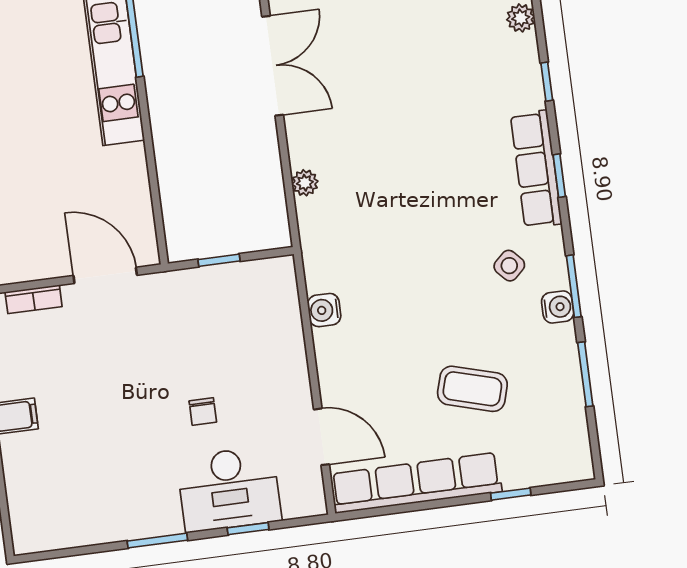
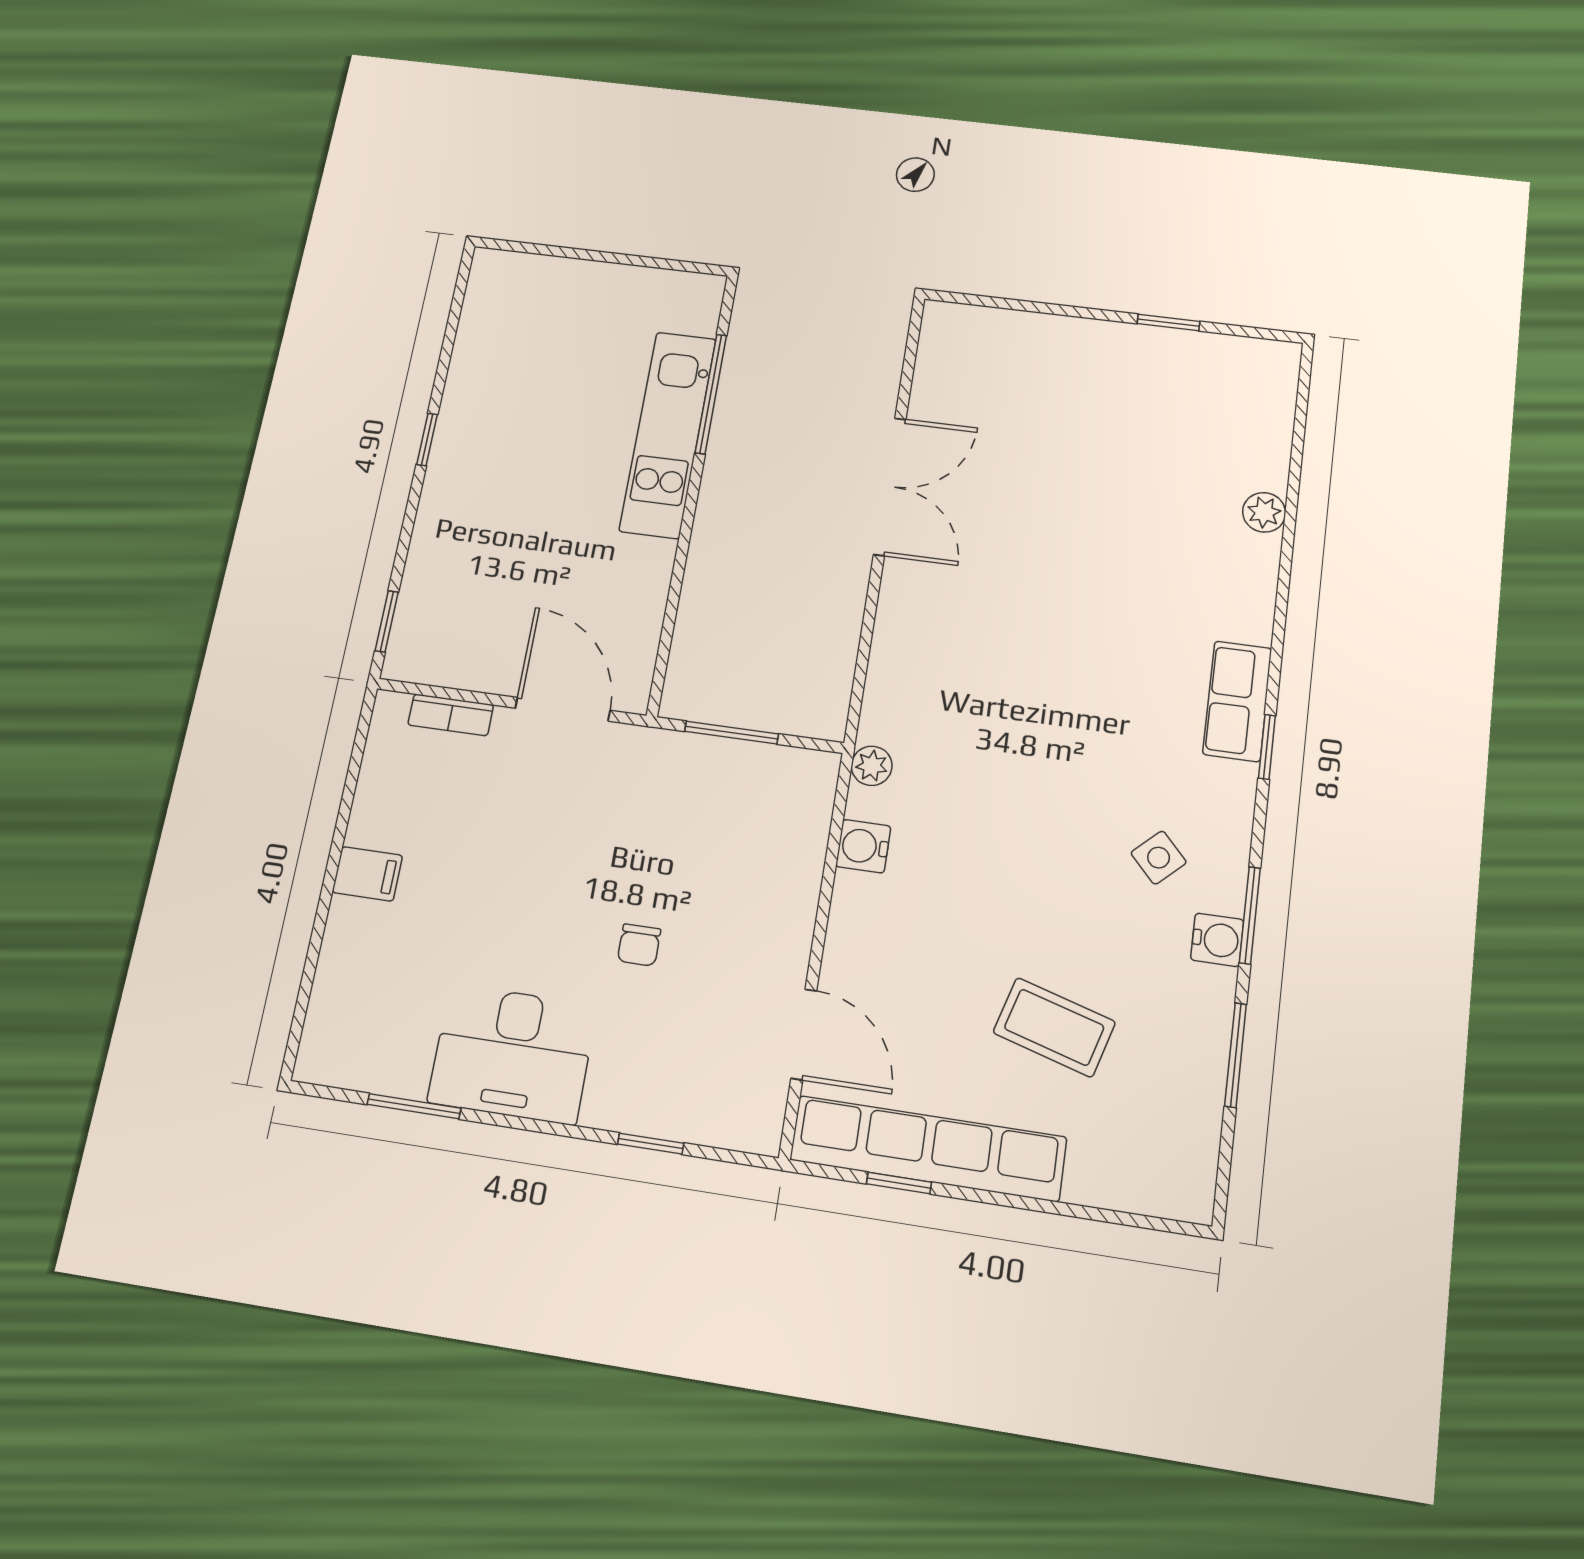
window: (547, 82) -> (1281, 609), removed
row of seats: (536, 169) -> (1237, 701), width x0.68
plant: (305, 183) -> (872, 766), moved
window: (219, 260) -> (732, 733), width x1.50
desk: (229, 489) -> (513, 1054), moved
window: (511, 494) -> (899, 1183), moved
window: (157, 541) -> (414, 1106), moved

